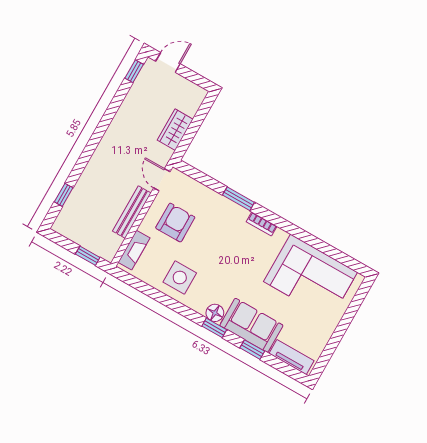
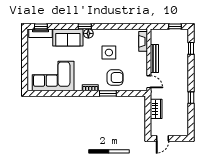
door: (168, 62) -> (163, 138), moved
window: (134, 71) -> (191, 98), moved
armchair: (175, 223) -> (115, 78), moved, turned -90
window: (88, 256) -> (175, 26), moved
side table: (180, 277) -> (109, 53), moved
window: (252, 350) -> (41, 26), moved

